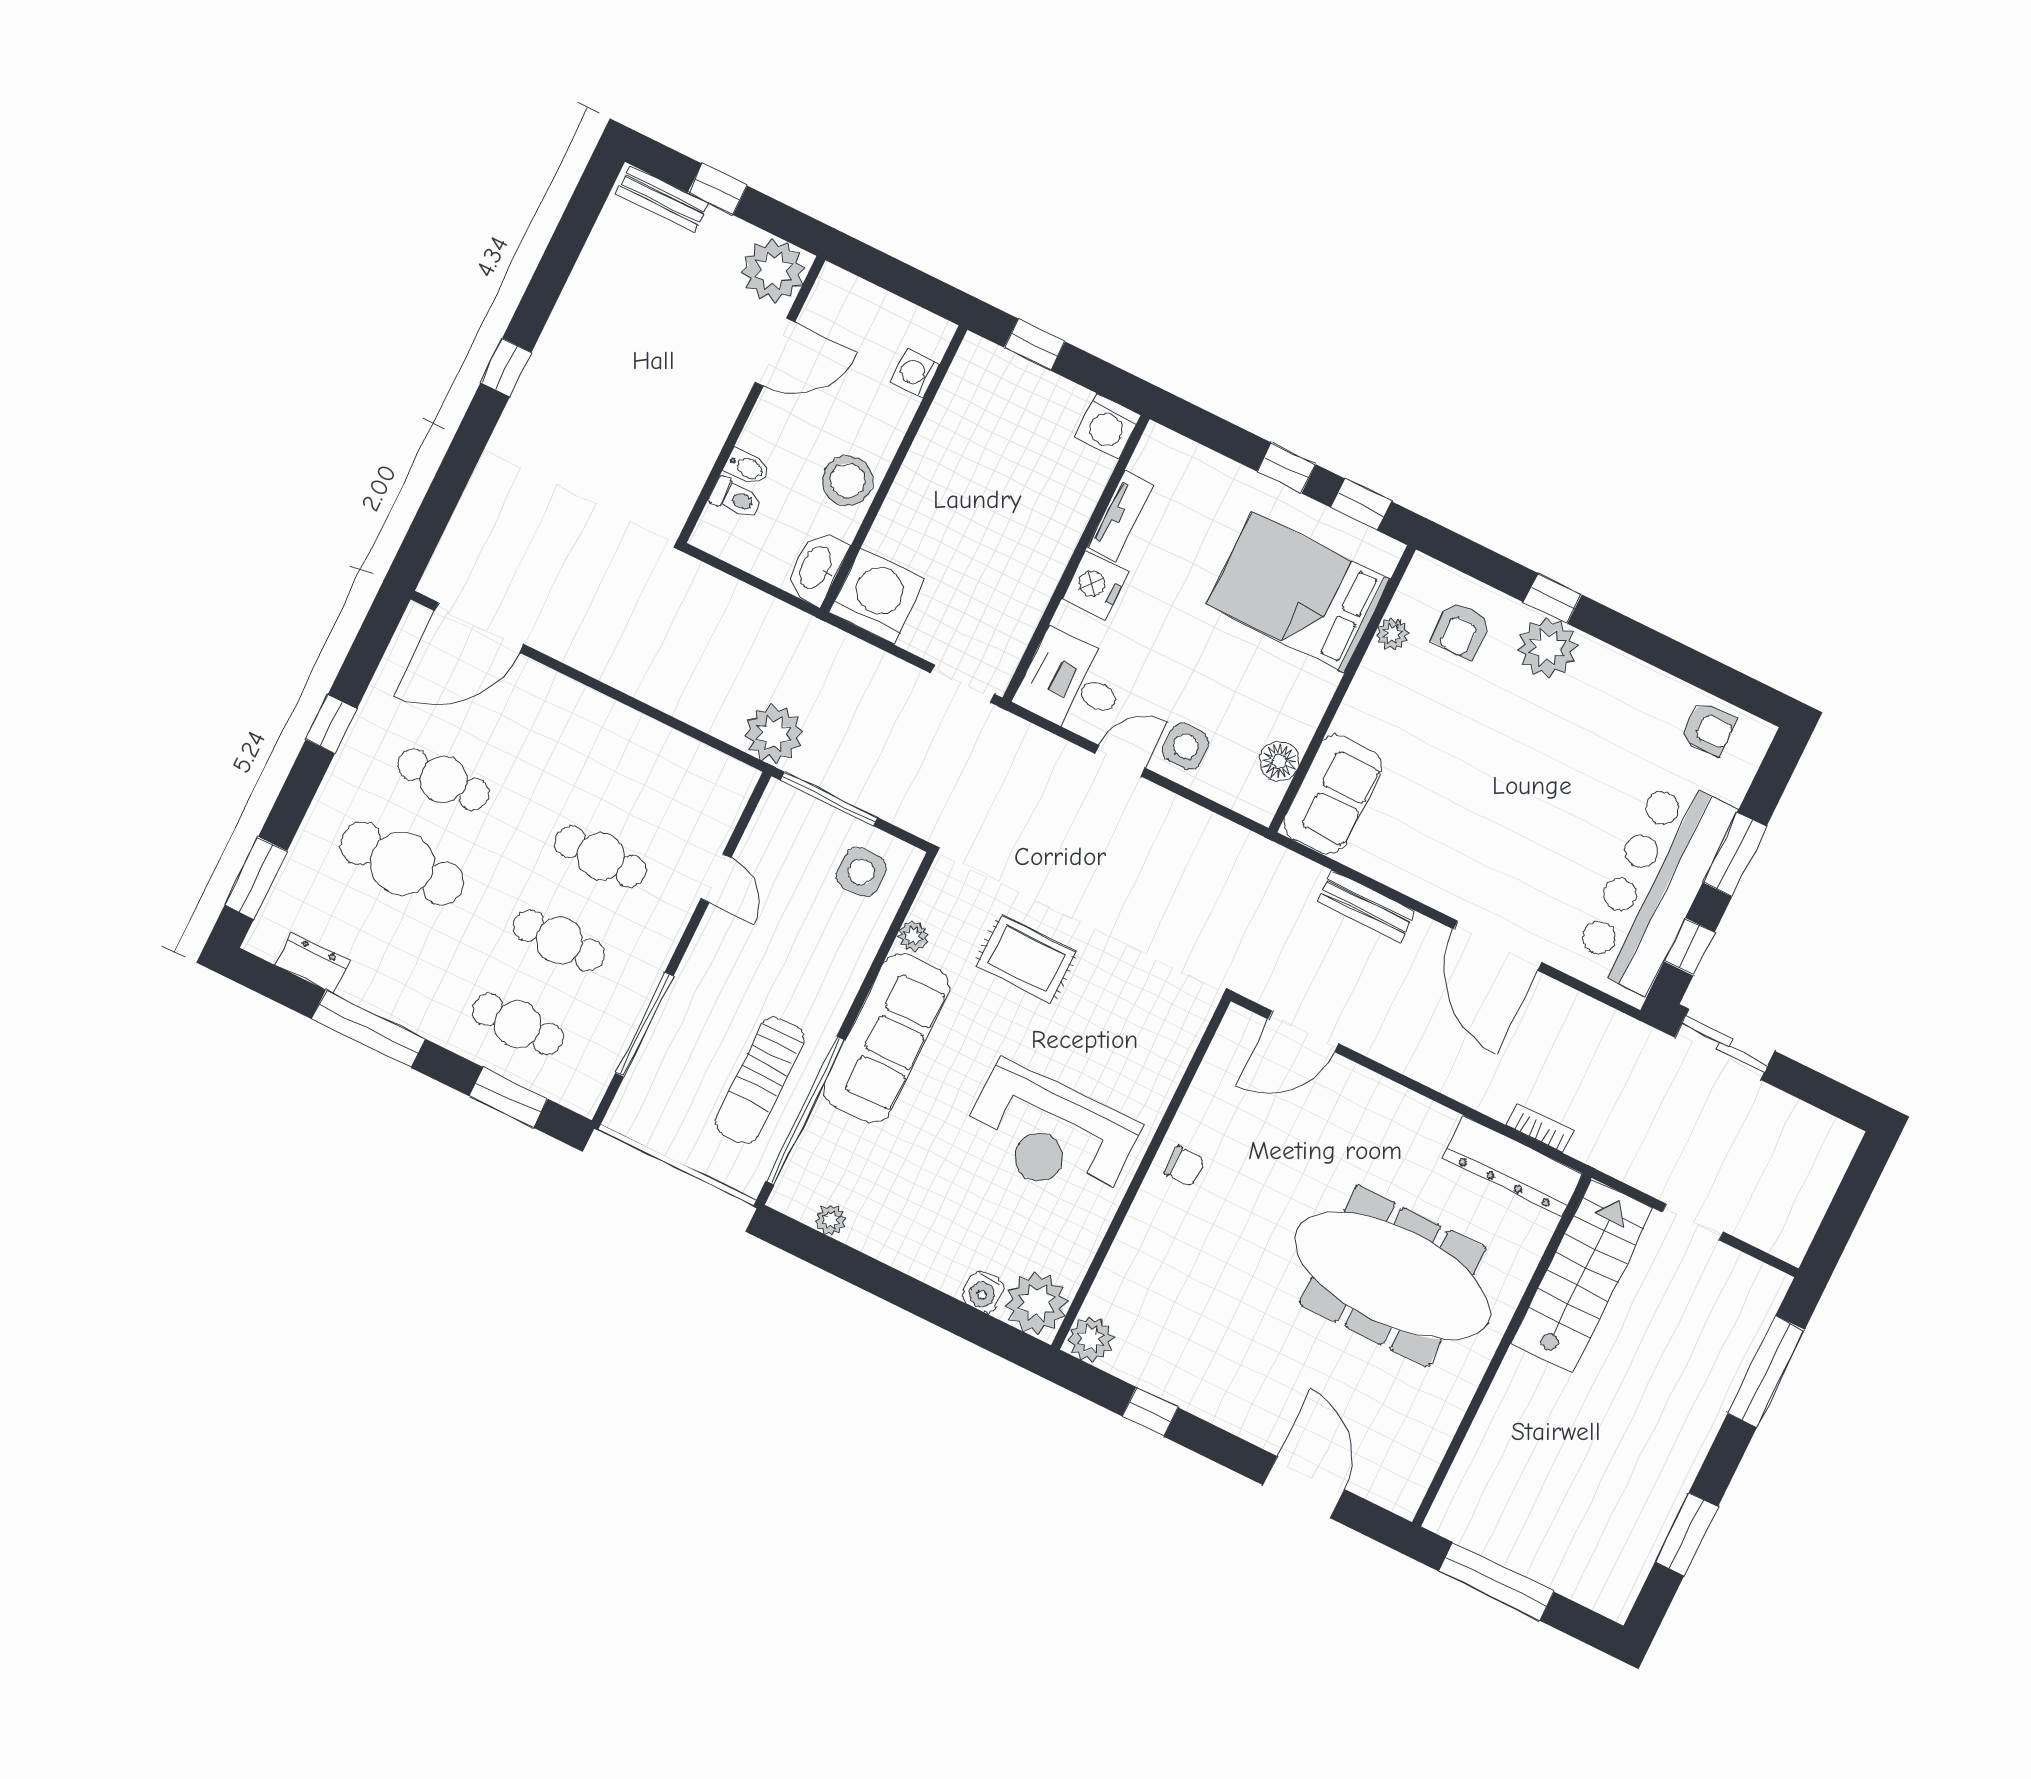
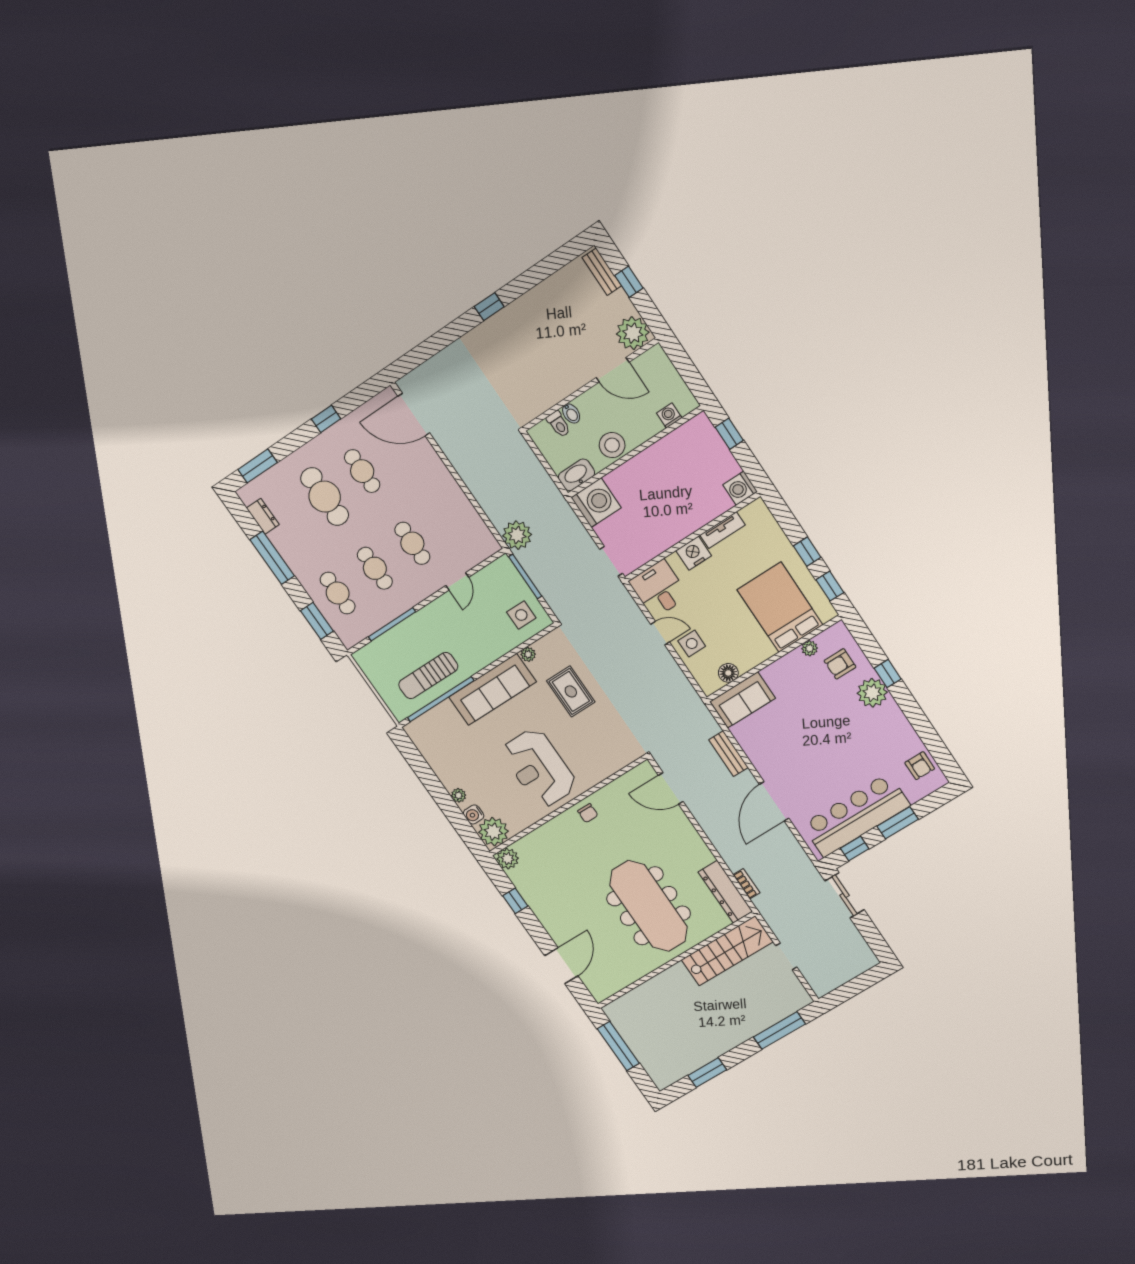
plant: (831, 1220) -> (459, 795), moved

